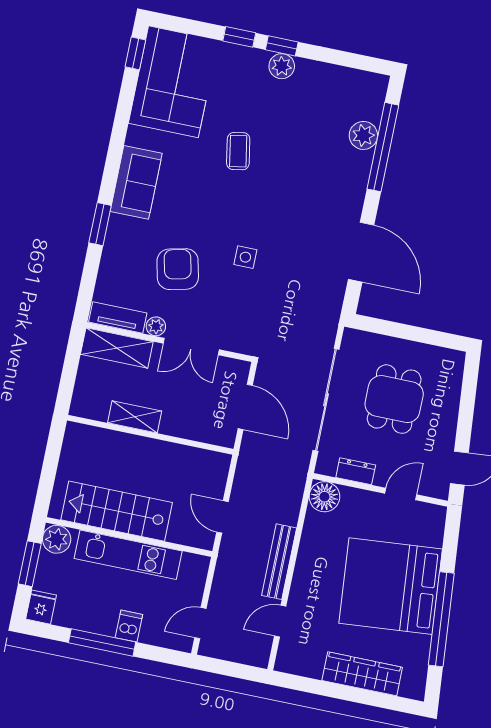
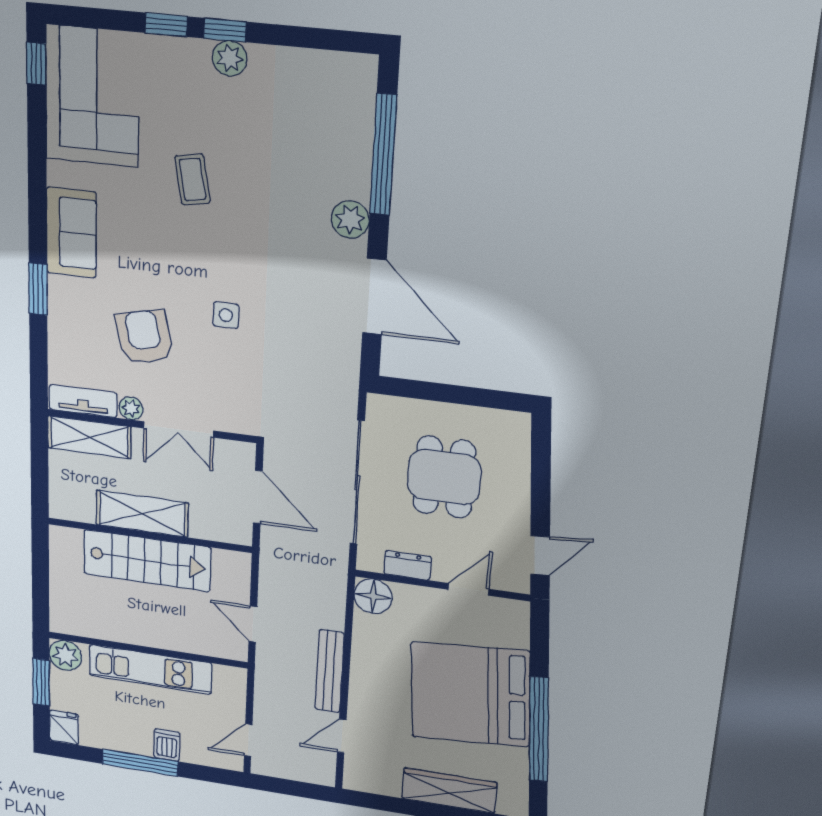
plant: (363, 135) -> (350, 220), moved
shelving: (135, 417) -> (142, 514), width x1.50, depth x1.33
stairs: (117, 511) -> (147, 561), moved, turned 180

